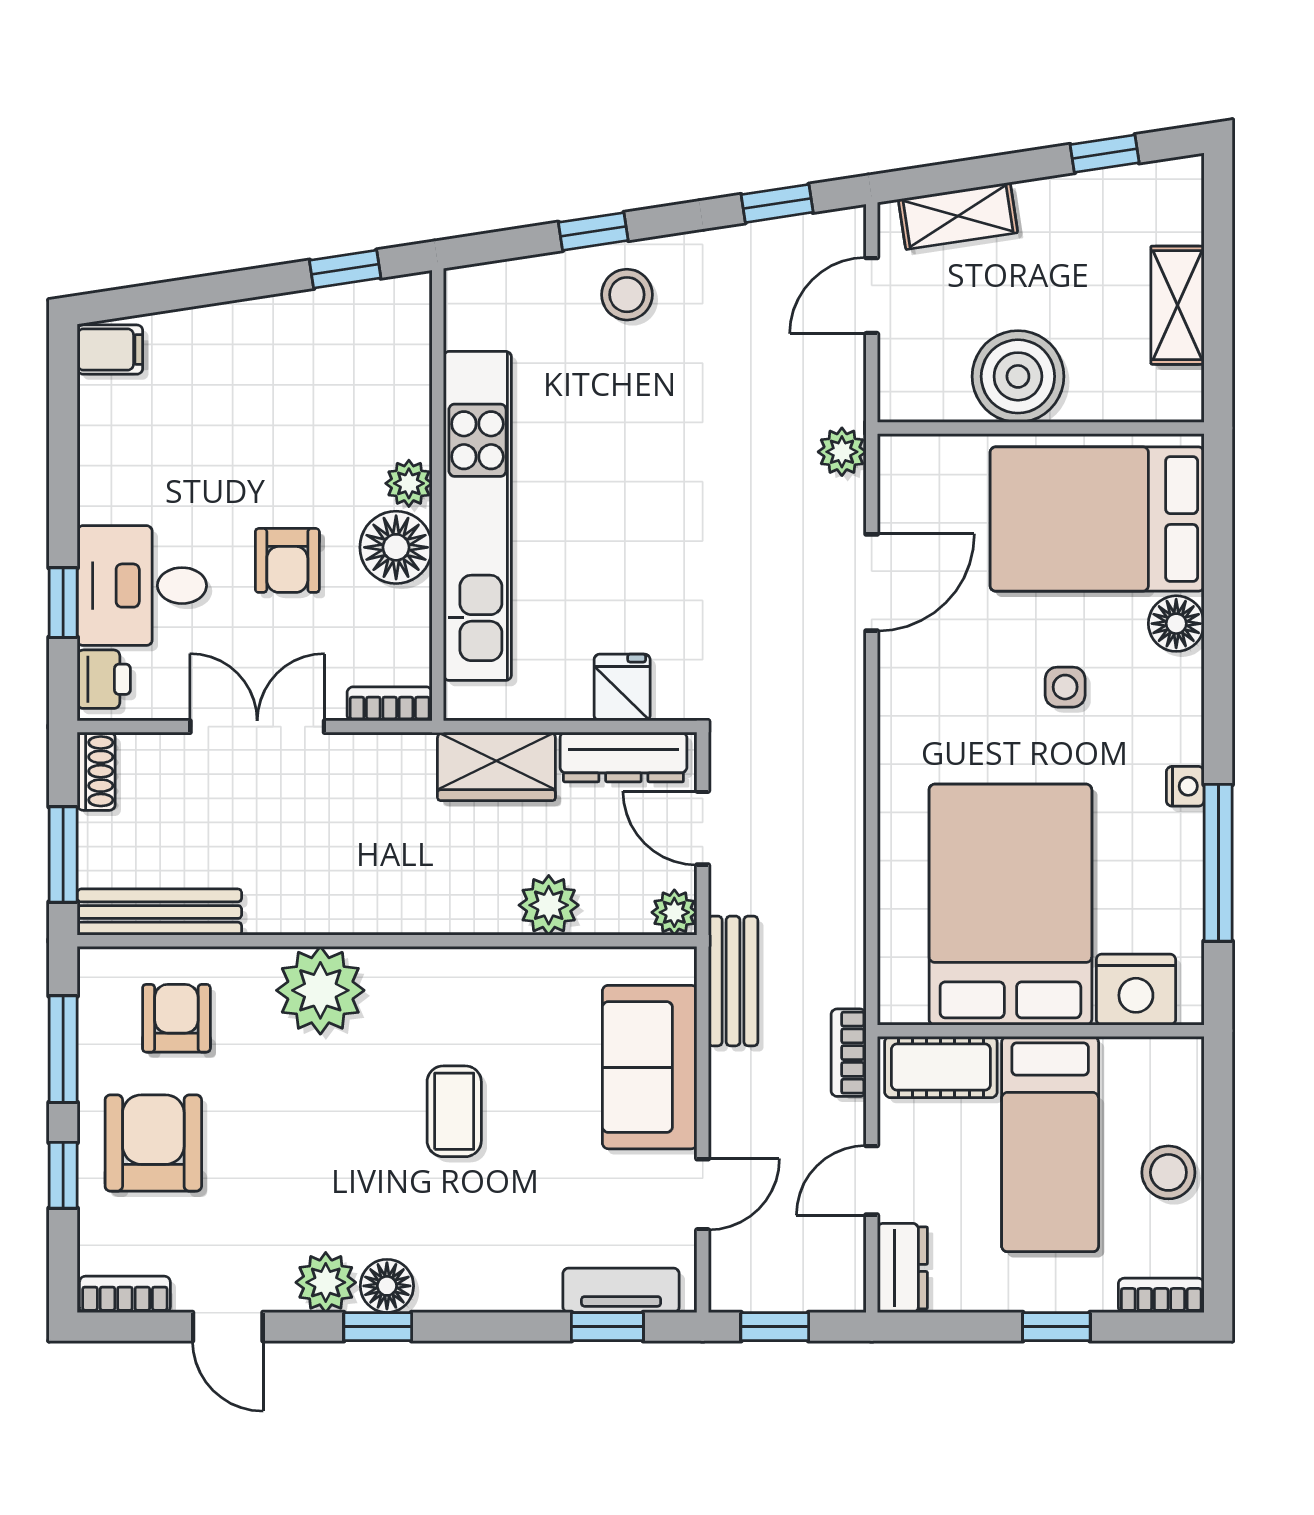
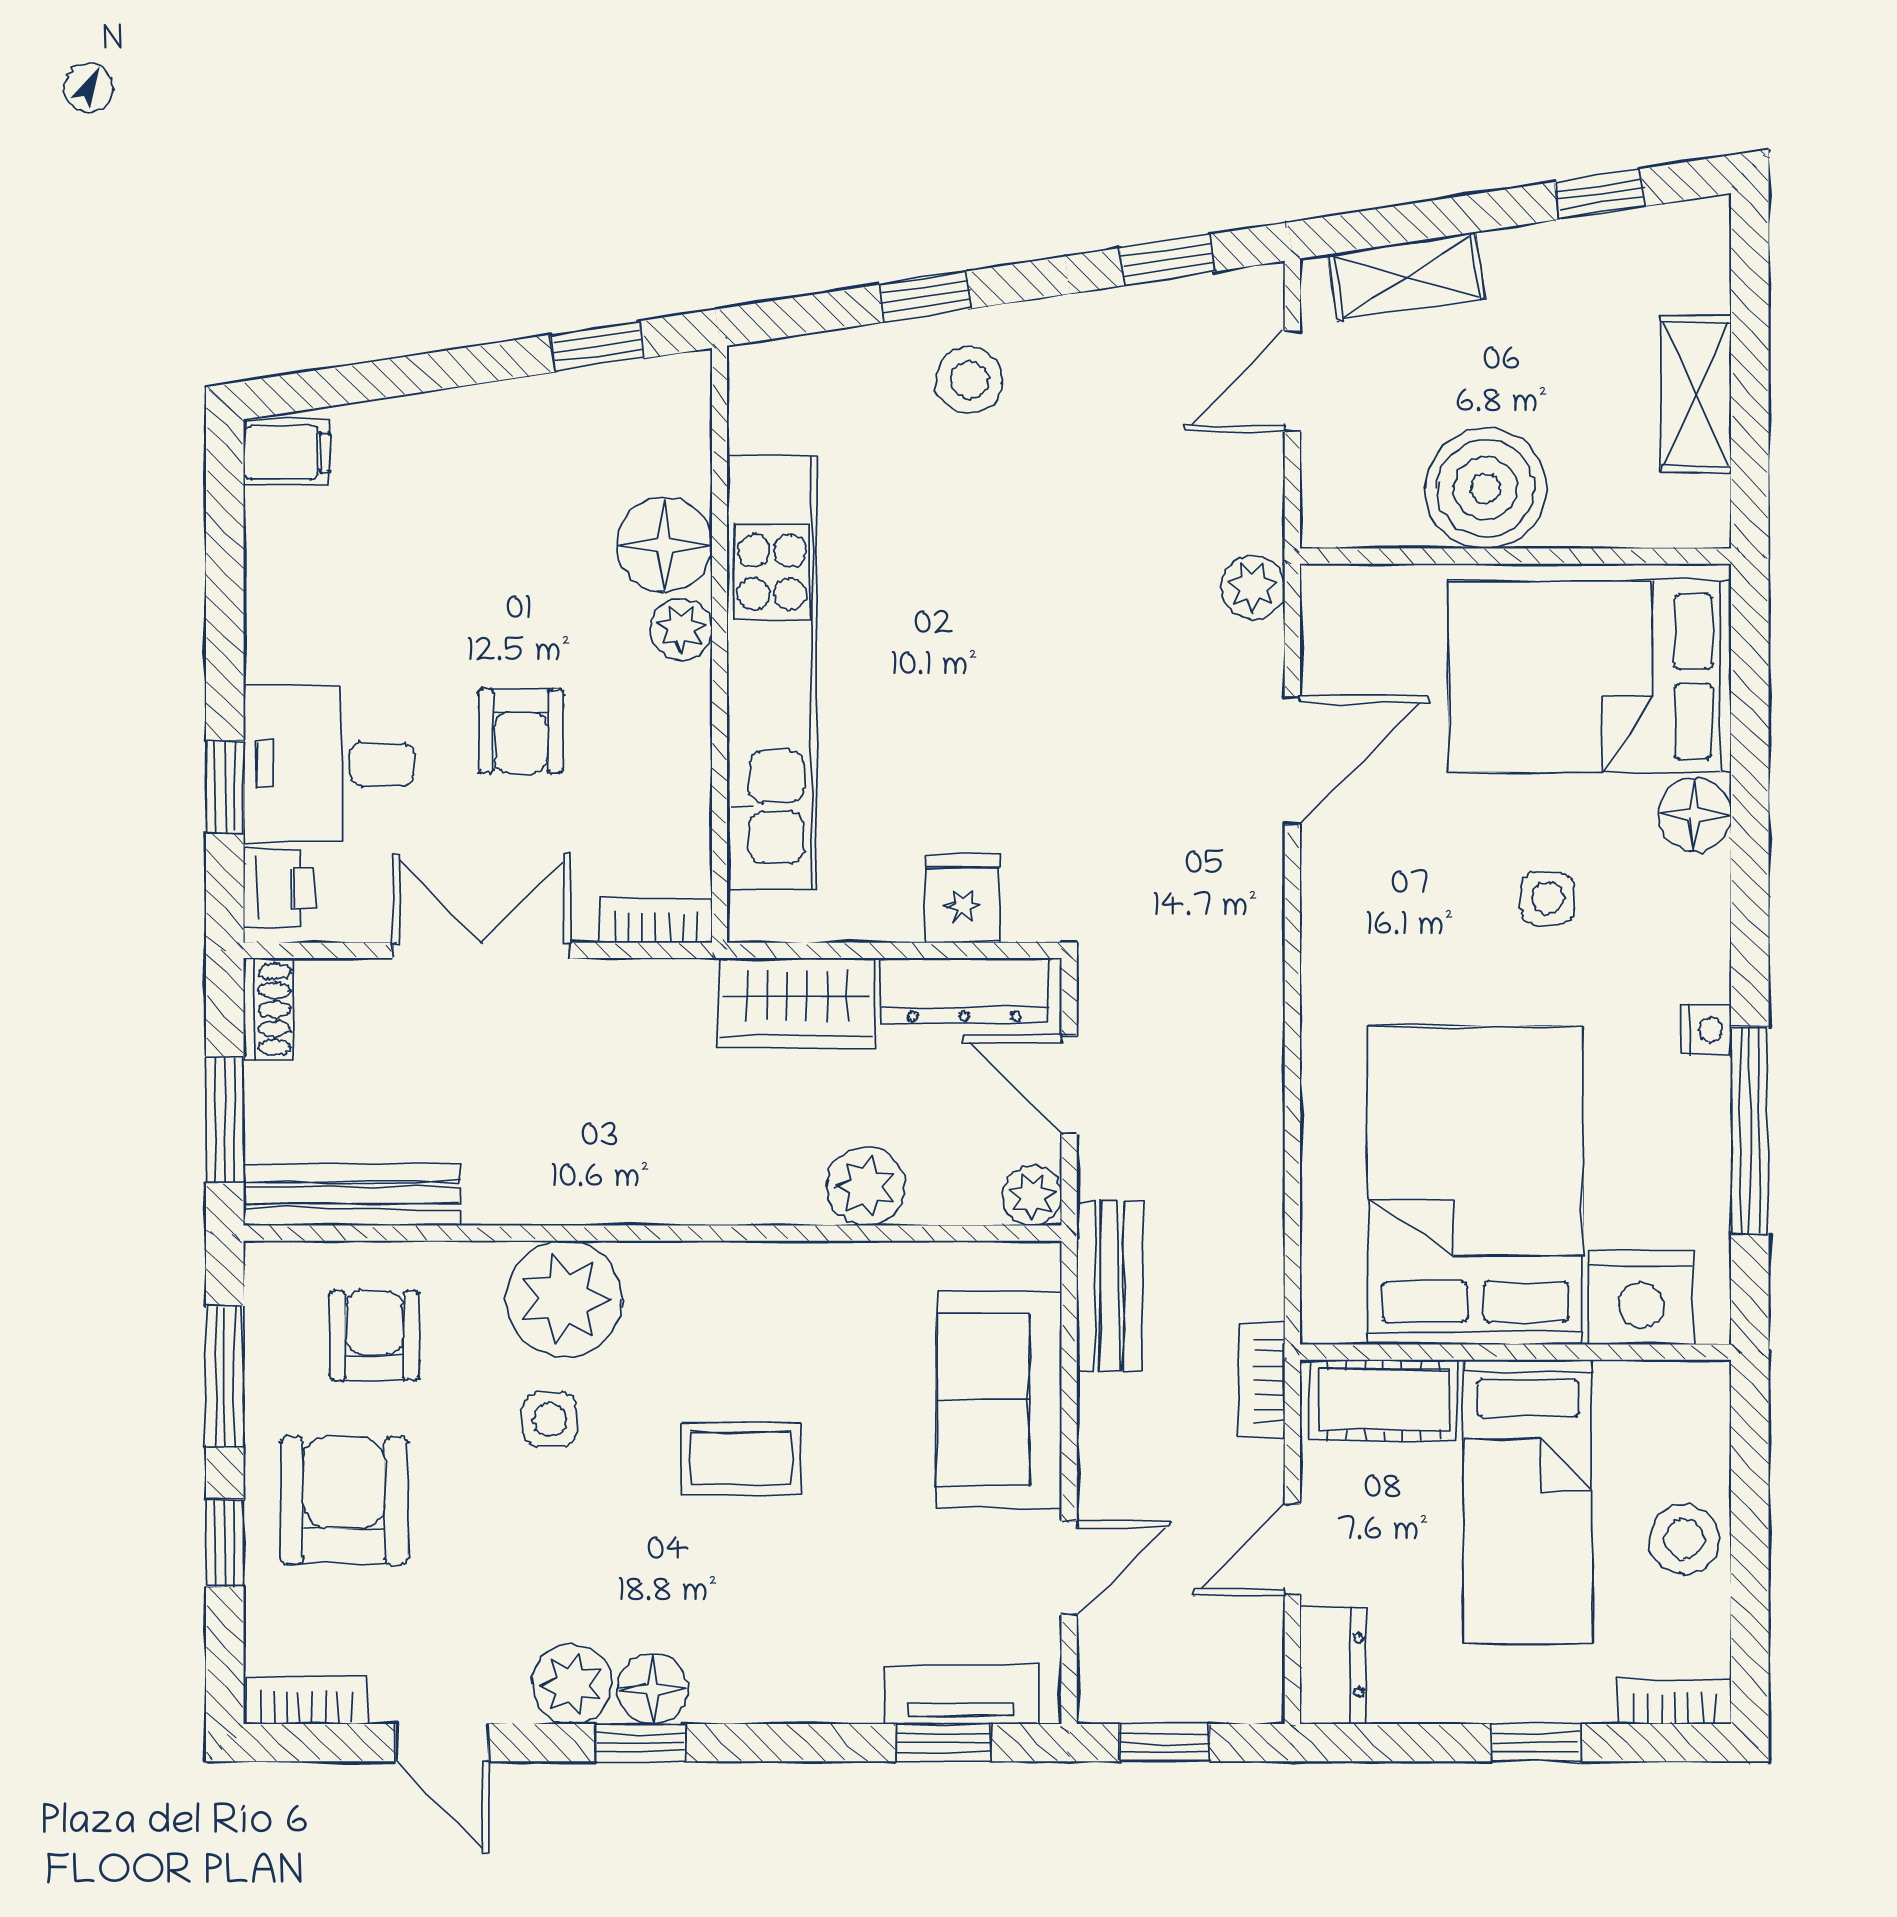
floor lamp: (396, 547) -> (664, 545), moved
side table: (309, 1082) -> (550, 1420), added
coffee table: (454, 1111) -> (741, 1458), turned 90

